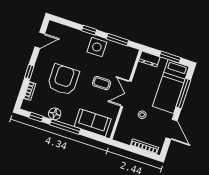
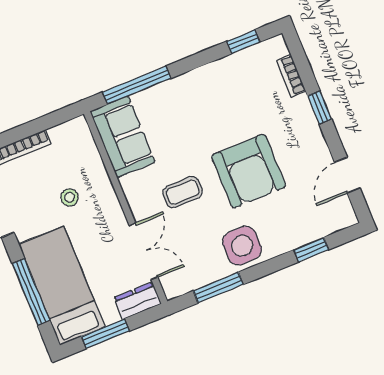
window: (89, 30) -> (311, 250), moved
armchair: (63, 80) -> (249, 171), moved
double door: (126, 94) -> (143, 251), moved
floor lamp: (55, 114) -> (217, 74), removed
sofa: (93, 123) -> (123, 137), moved, turned -90
window: (65, 127) -> (137, 85), moved

